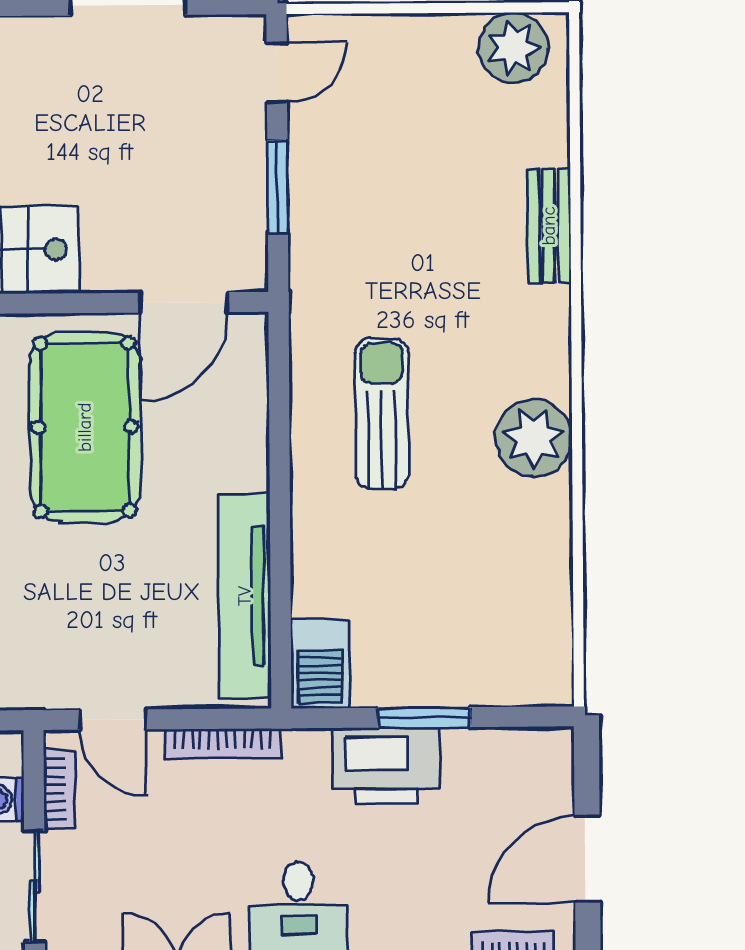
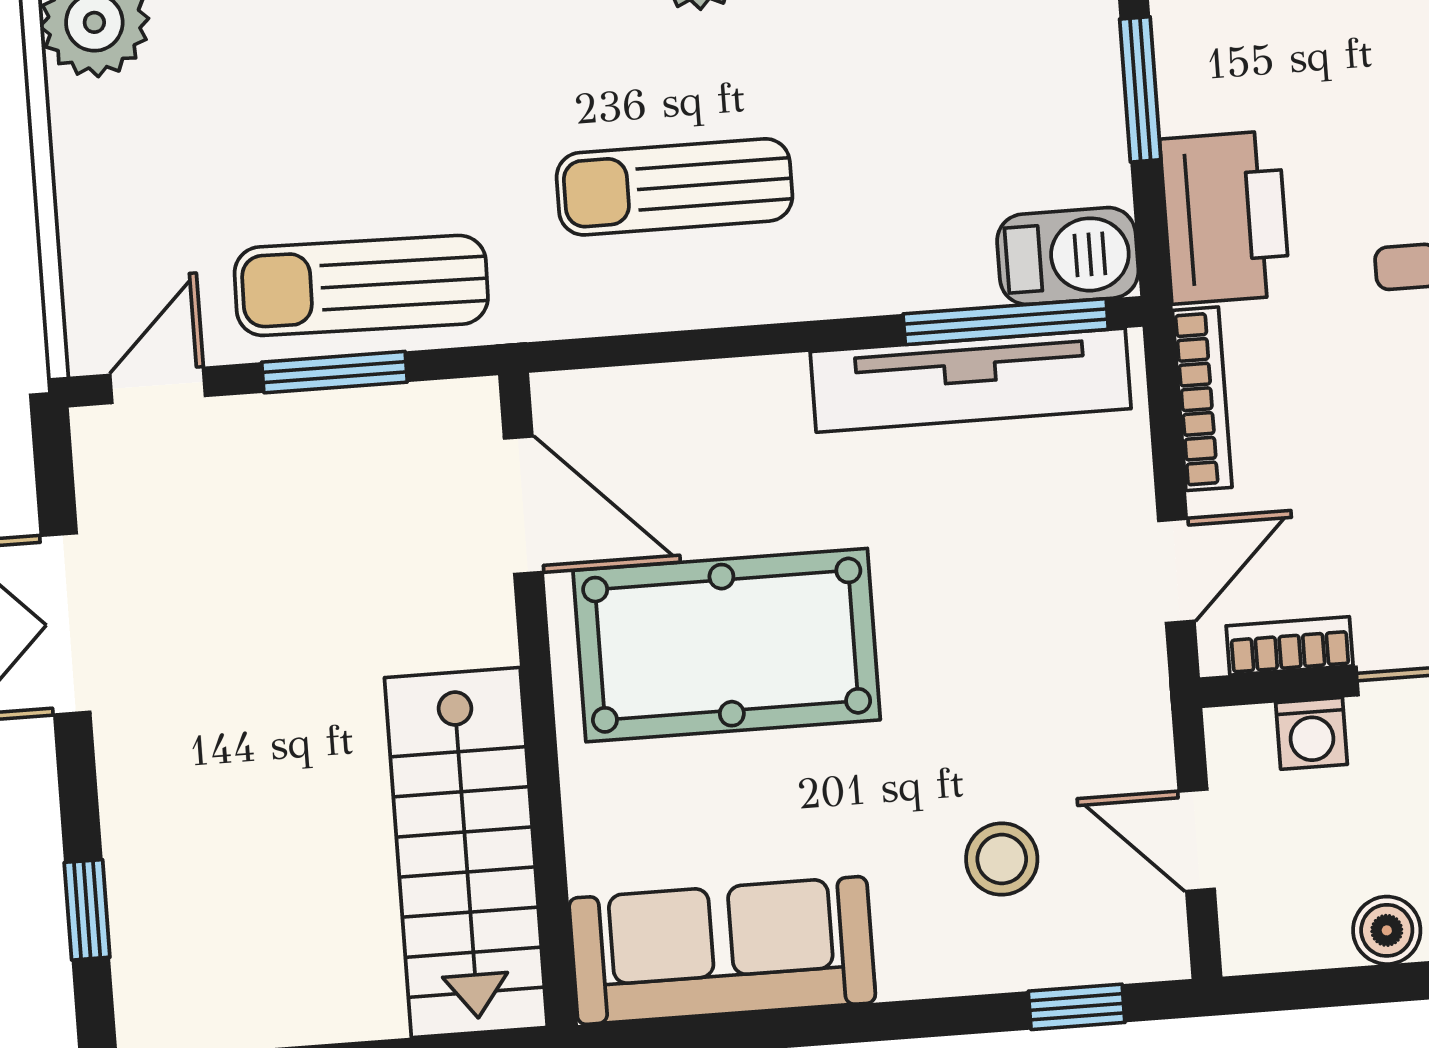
door: (277, 72) -> (158, 385), hinge flipped
sun lounger: (332, 208) -> (361, 285), added
window: (281, 621) -> (1006, 322), added
printer: (386, 766) -> (1225, 217), moved

